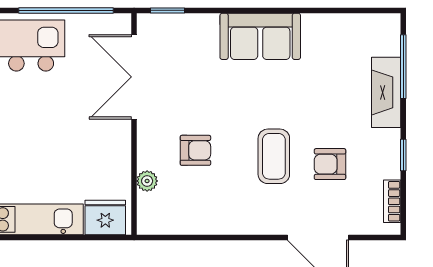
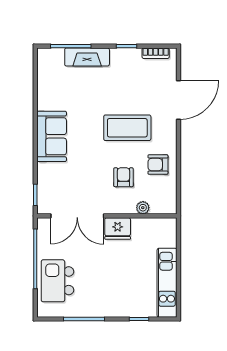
coffee table: (274, 156) -> (127, 128), width x1.36, depth x1.32
armchair: (330, 164) -> (158, 165), moved, turned 90
fridge: (105, 217) -> (118, 229), moved, turned -90

